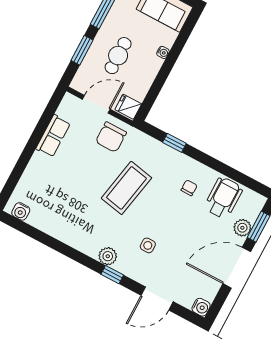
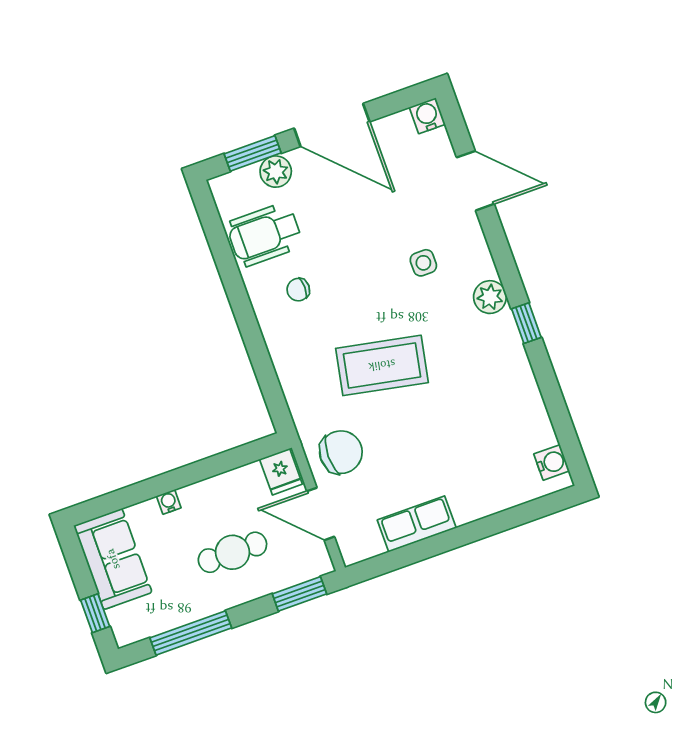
window: (82, 50) -> (299, 594), moved
window: (174, 143) -> (263, 367), removed
window: (112, 275) -> (526, 323), moved

